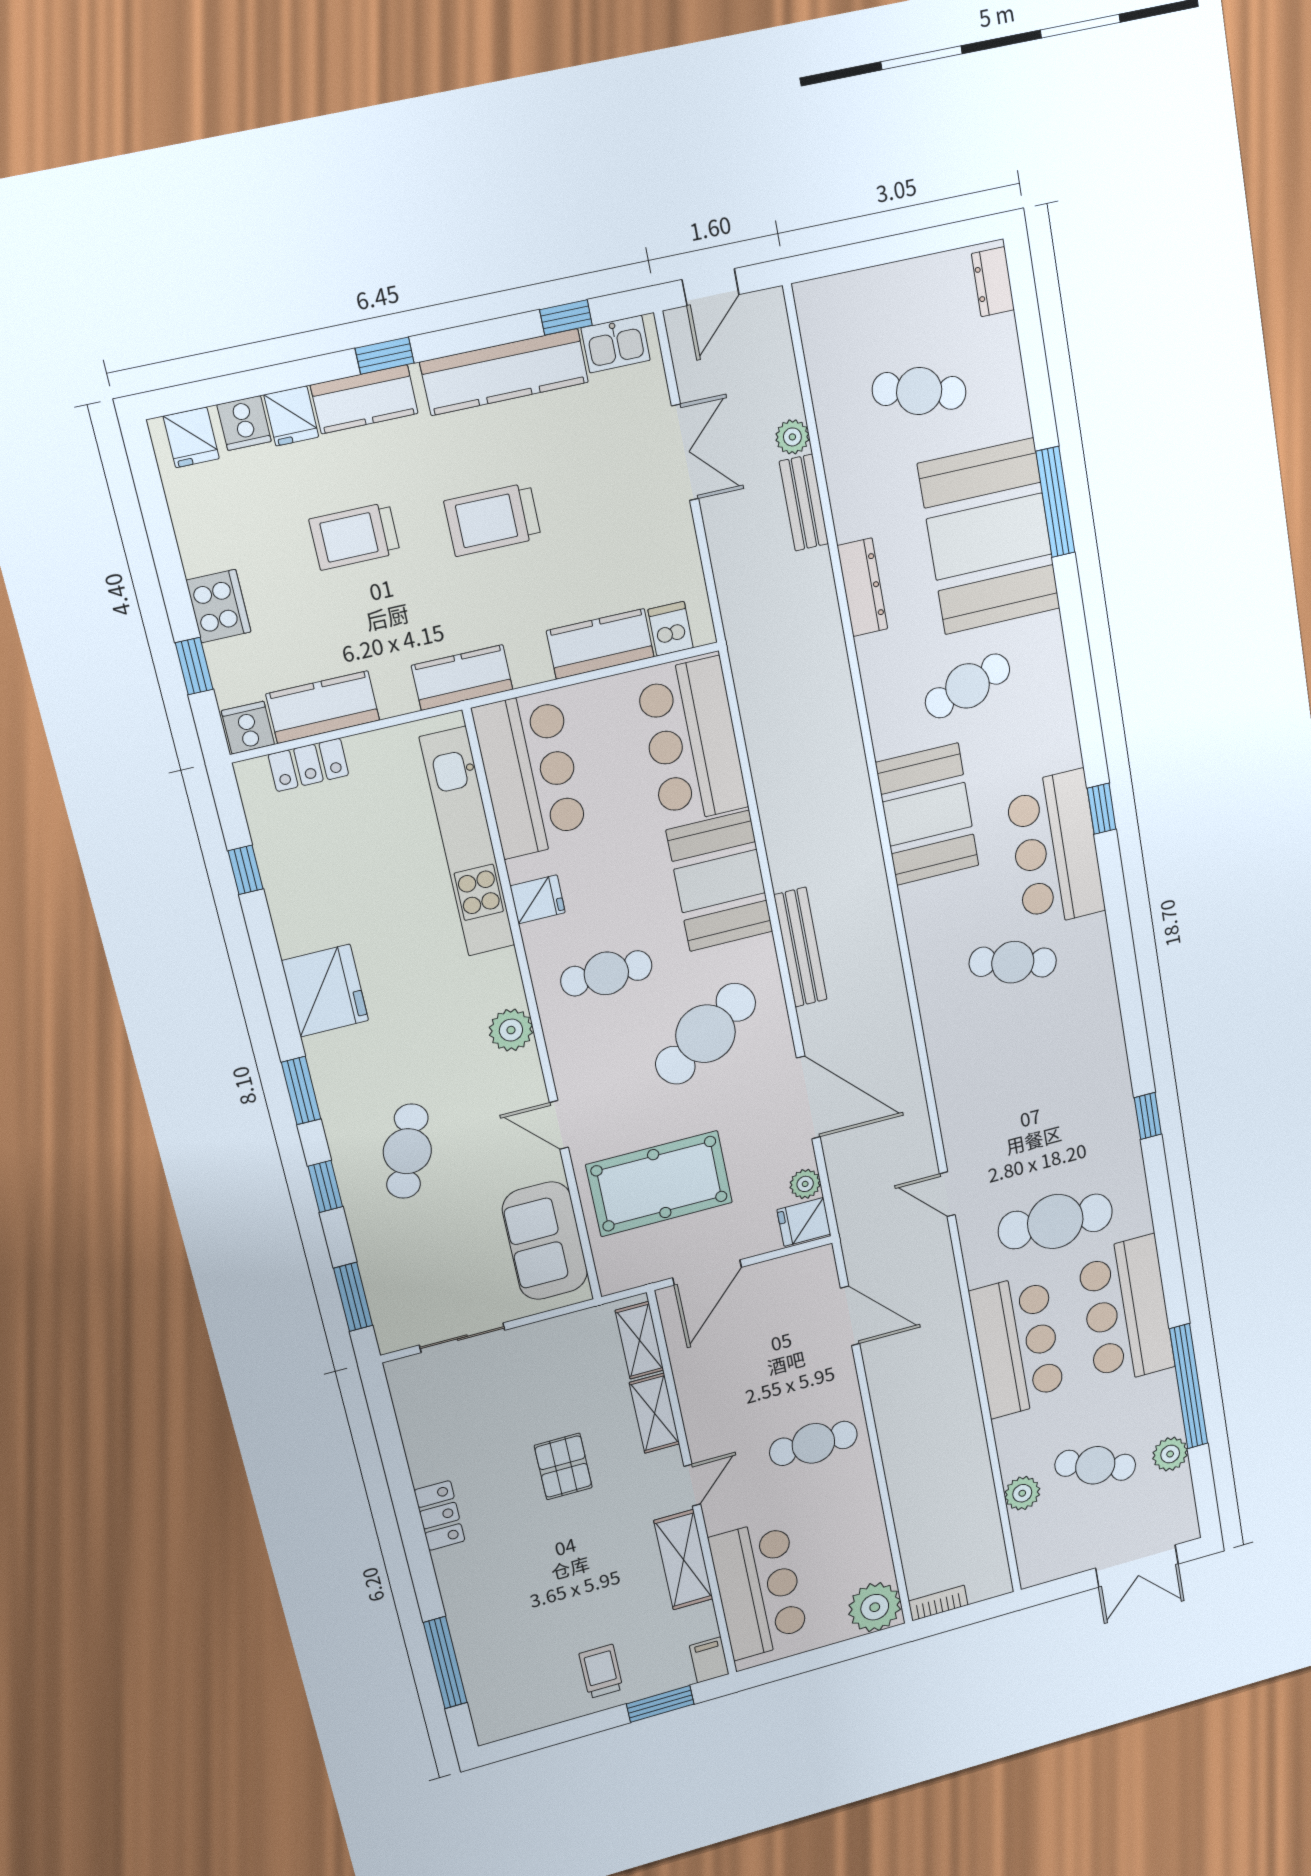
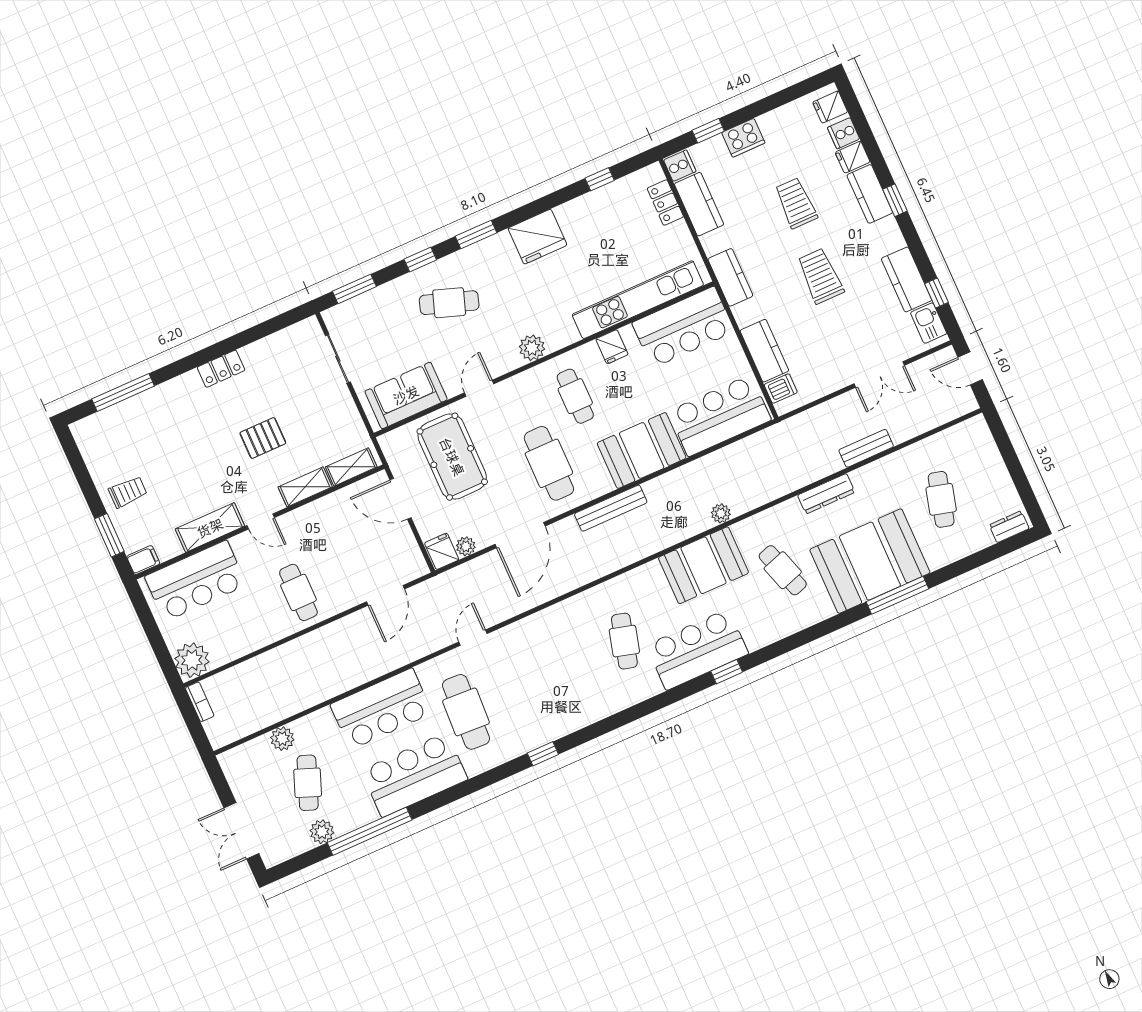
kitchen counter: (504, 372) -> (907, 279), width x0.67
plant: (792, 437) -> (721, 513), moved
cafe table: (706, 1034) -> (549, 463), turned 34

